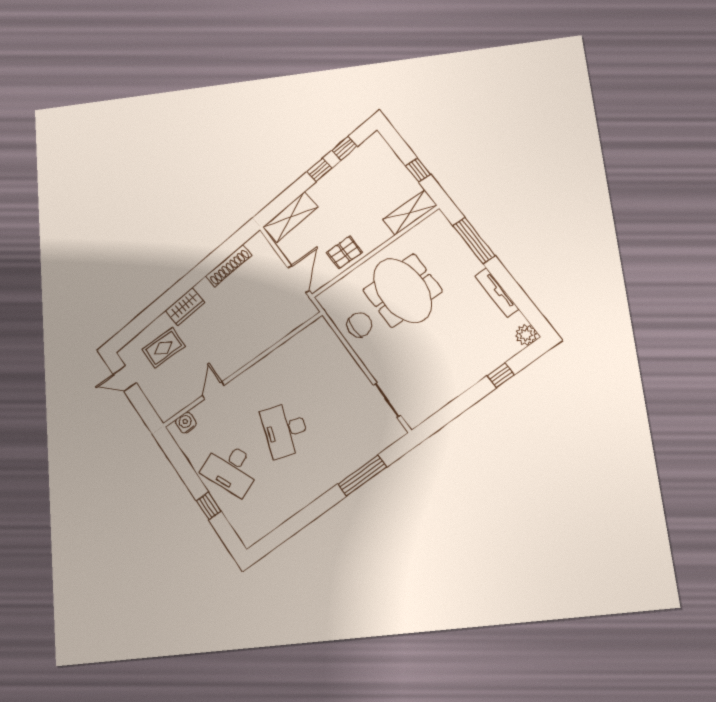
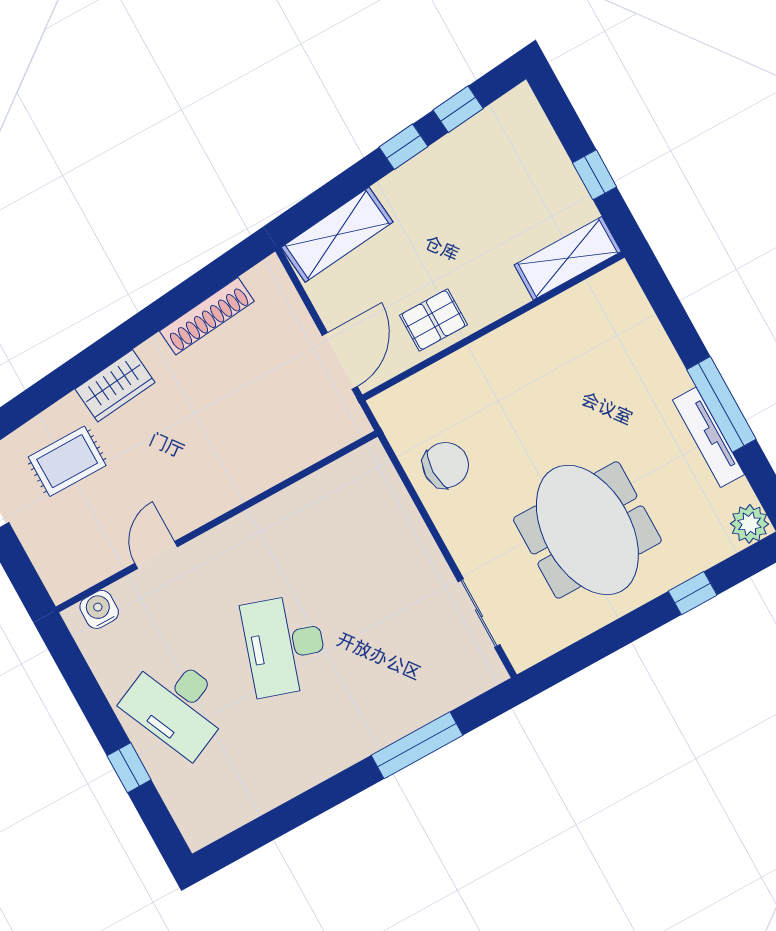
window: (474, 241) -> (721, 404), moved
meeting table: (403, 291) -> (587, 530), moved

